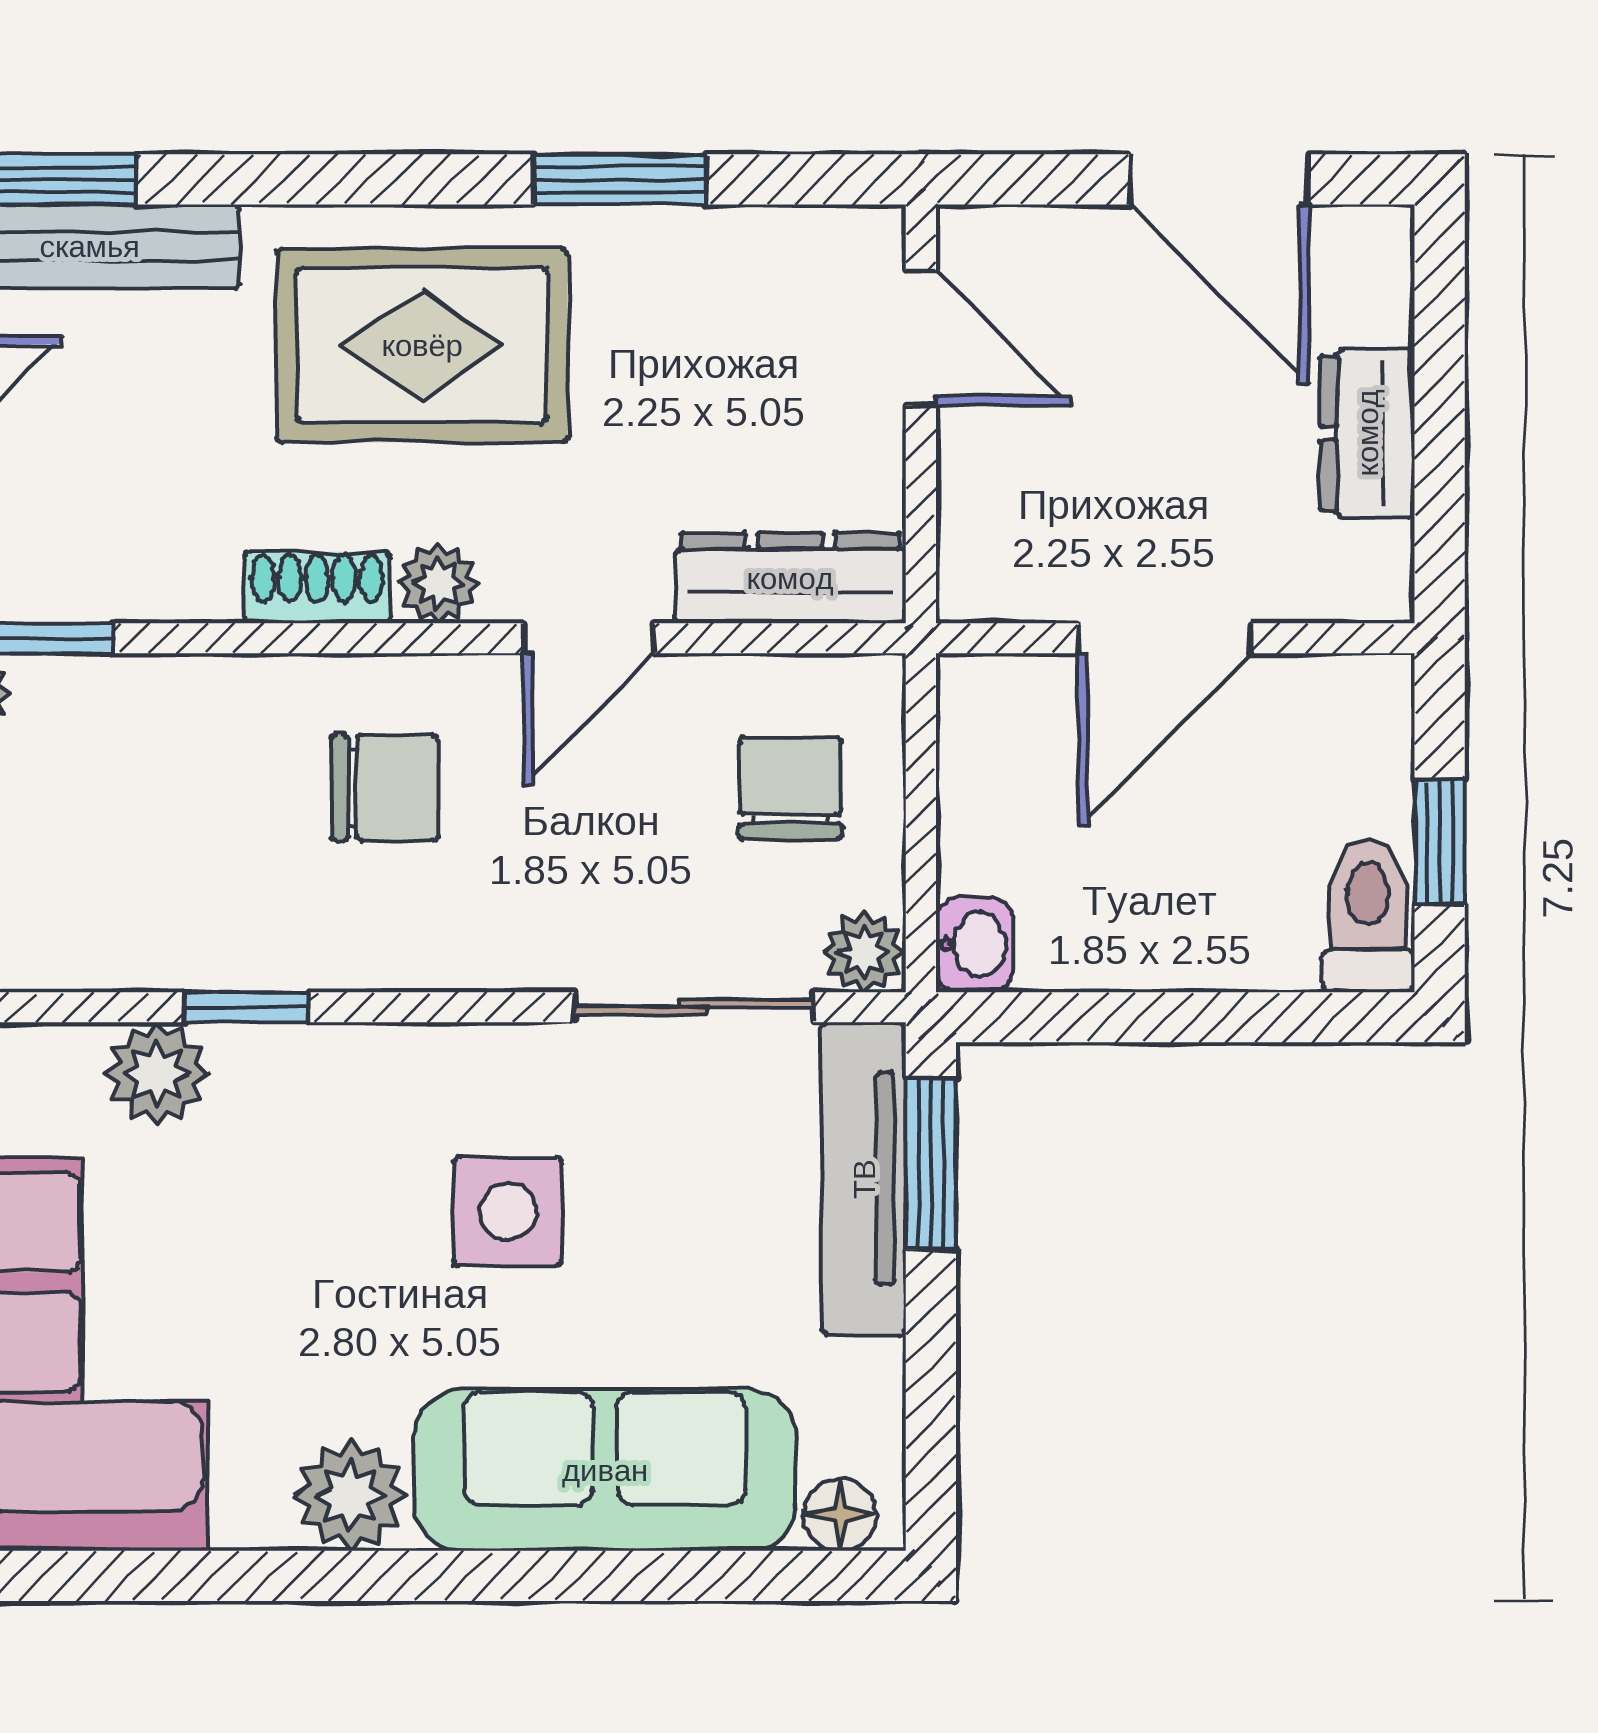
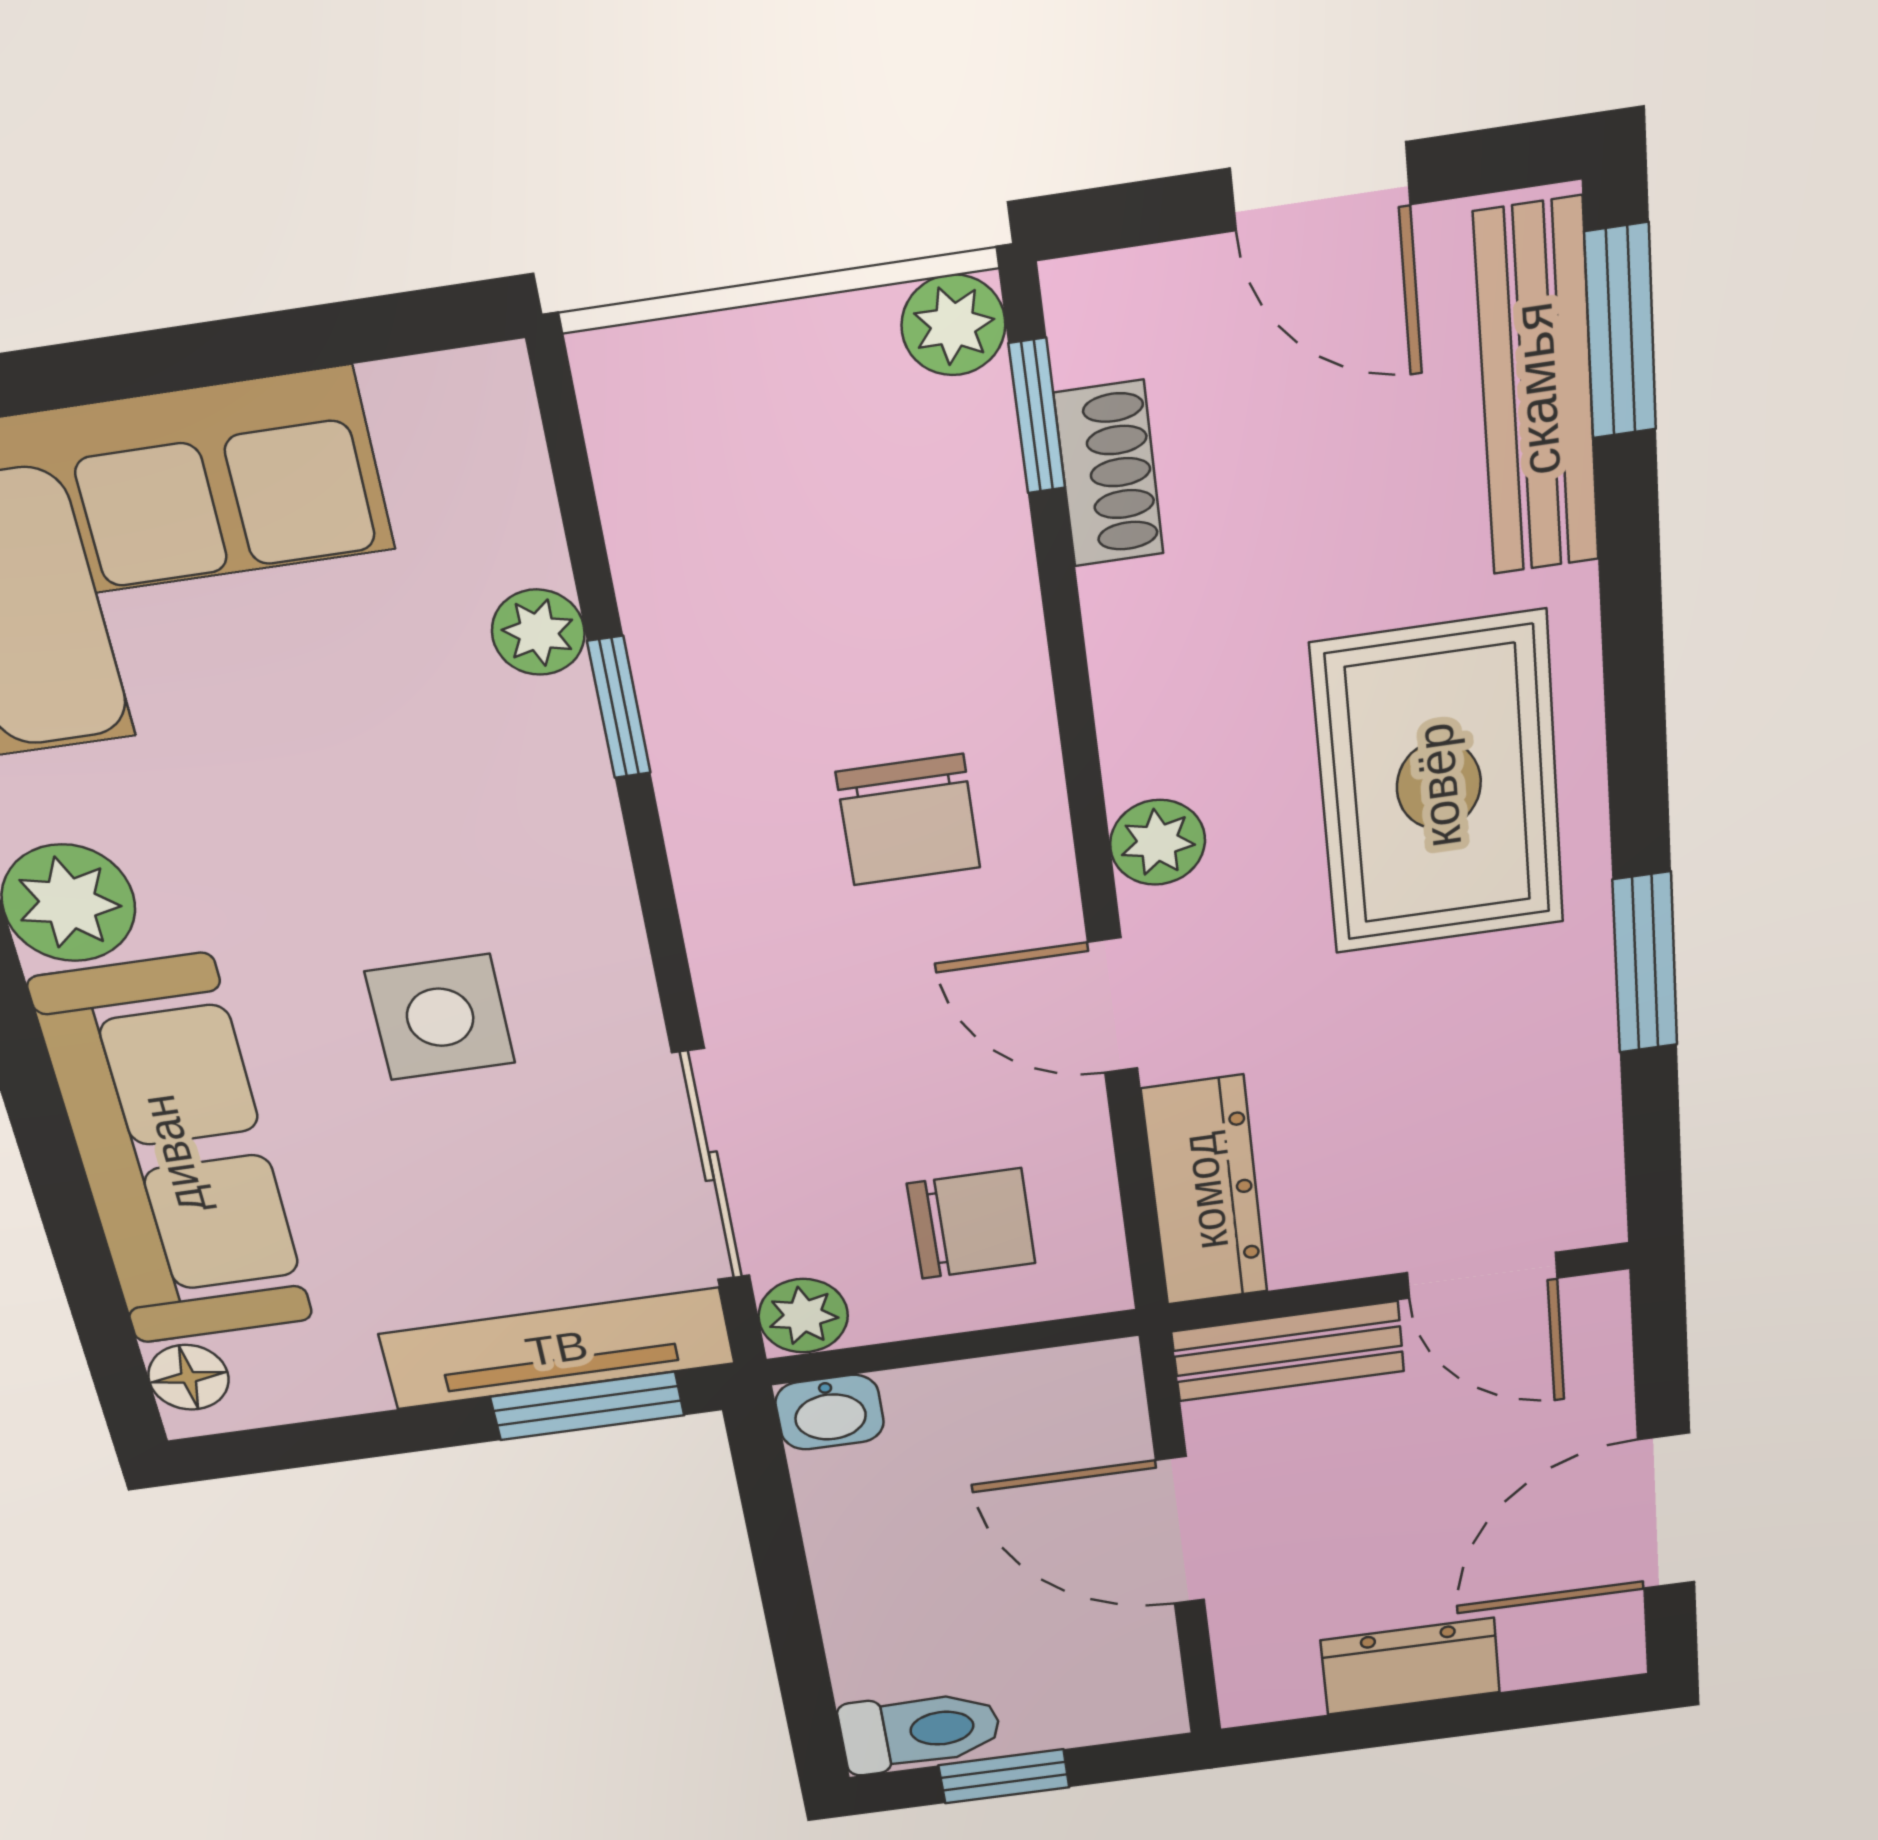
door: (921, 338) -> (1482, 1275), hinge flipped
bench: (976, 519) -> (1288, 1351), added
shoe rack: (317, 588) -> (1109, 474), moved
plant: (157, 1073) -> (538, 632), width x0.73, depth x0.73

